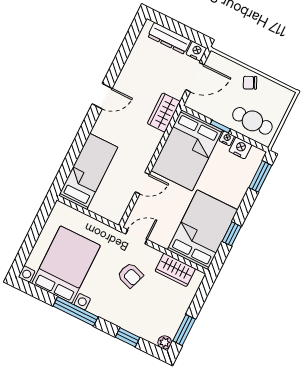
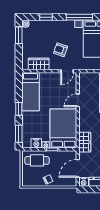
bed: (203, 230) -> (30, 92), width x0.67
window: (232, 234) -> (19, 109), moved

